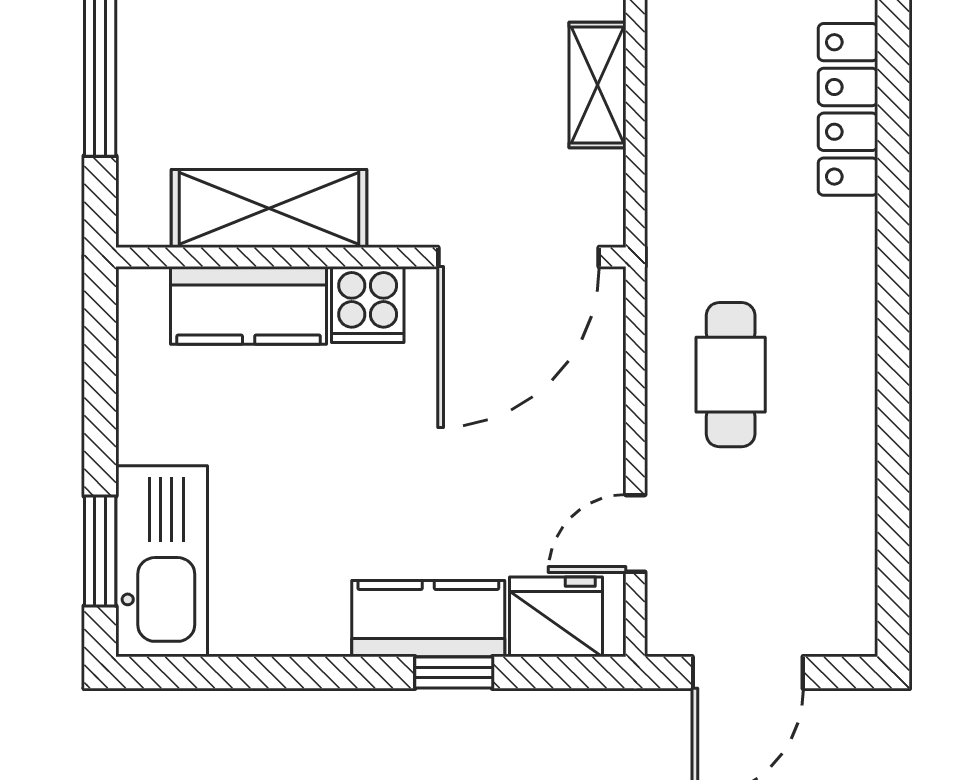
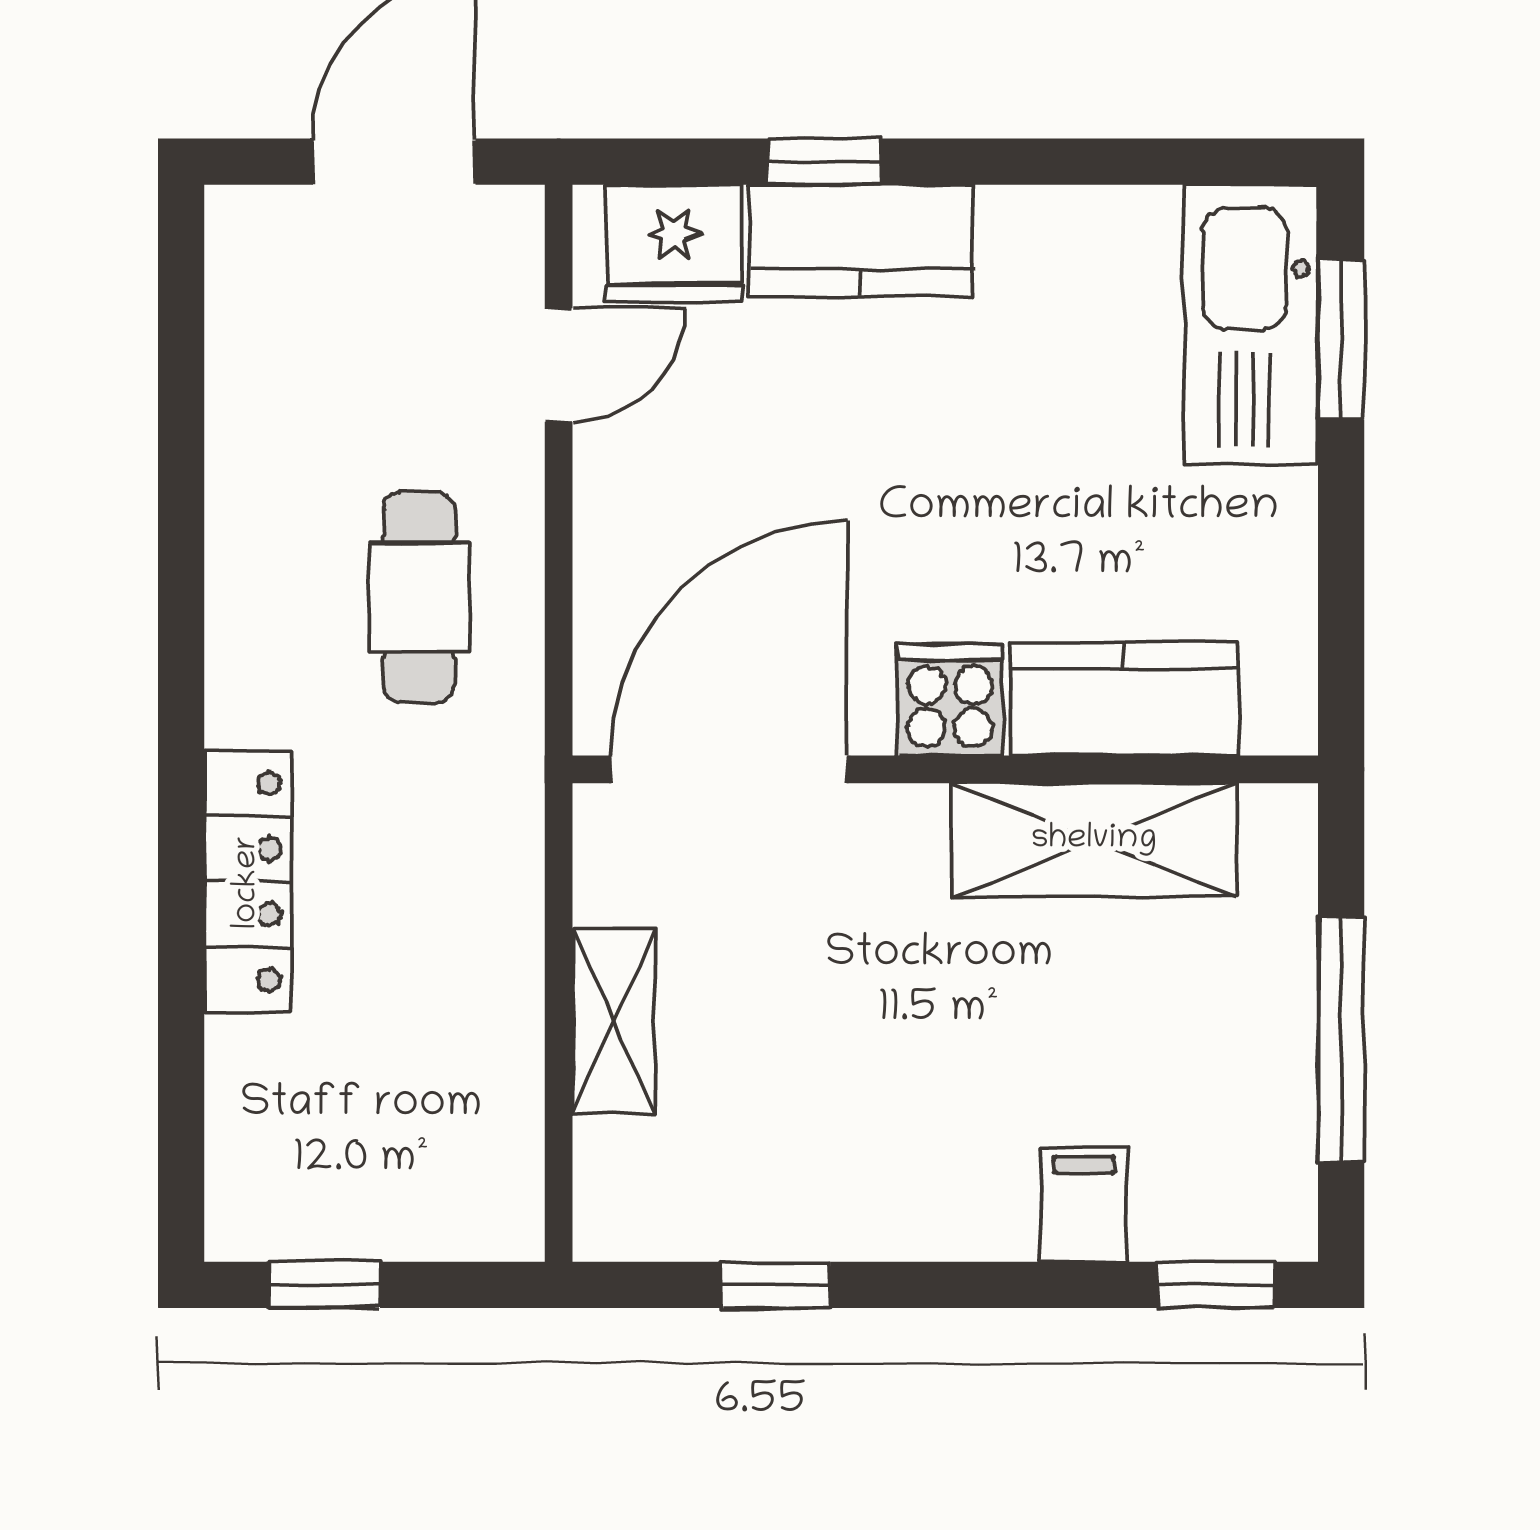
locker: (848, 109) -> (248, 882), moved

